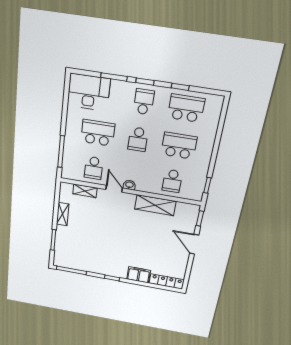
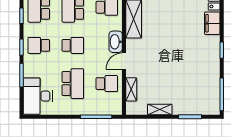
school desk: (98, 133) -> (73, 84), turned 180
washbasin: (129, 185) -> (116, 42), width x1.91, depth x1.45

